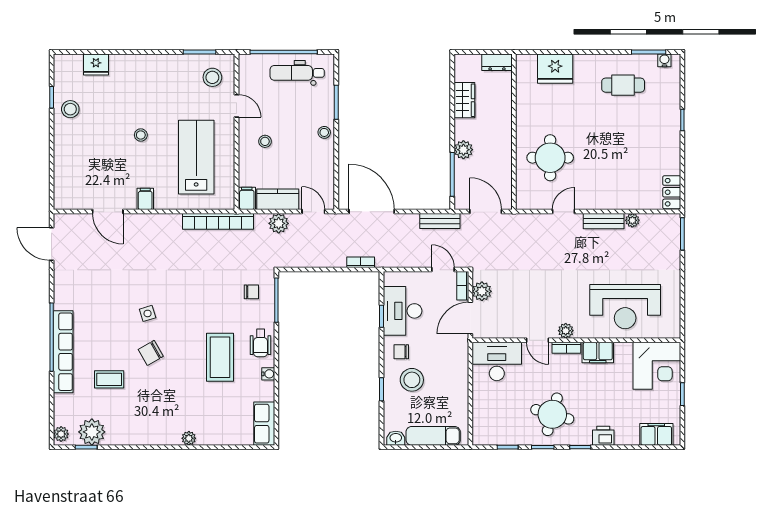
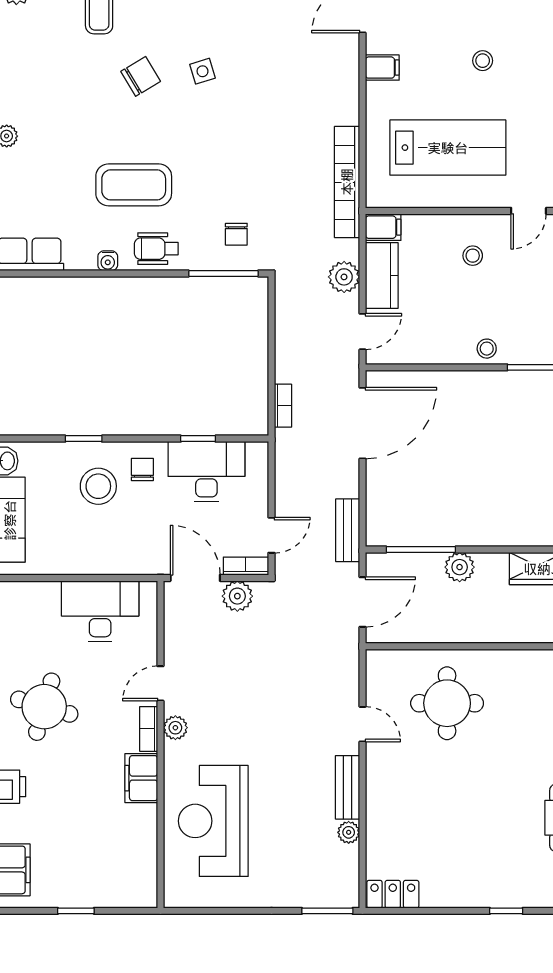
chair: (151, 353) -> (141, 76), turned 89
desk: (497, 361) -> (100, 611), moved, turned -90
corner desk: (657, 366) -> (120, 871), removed

